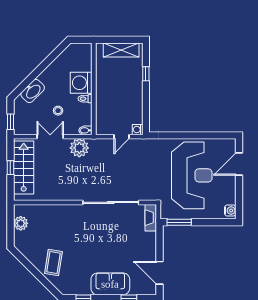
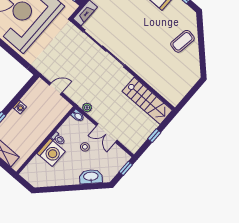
washing machine: (138, 130) -> (20, 107), moved
plant: (79, 148) -> (87, 107), width x0.53, depth x0.53
stairs: (24, 168) -> (147, 101), moved, turned -90
plant: (21, 223) -> (181, 90), removed

